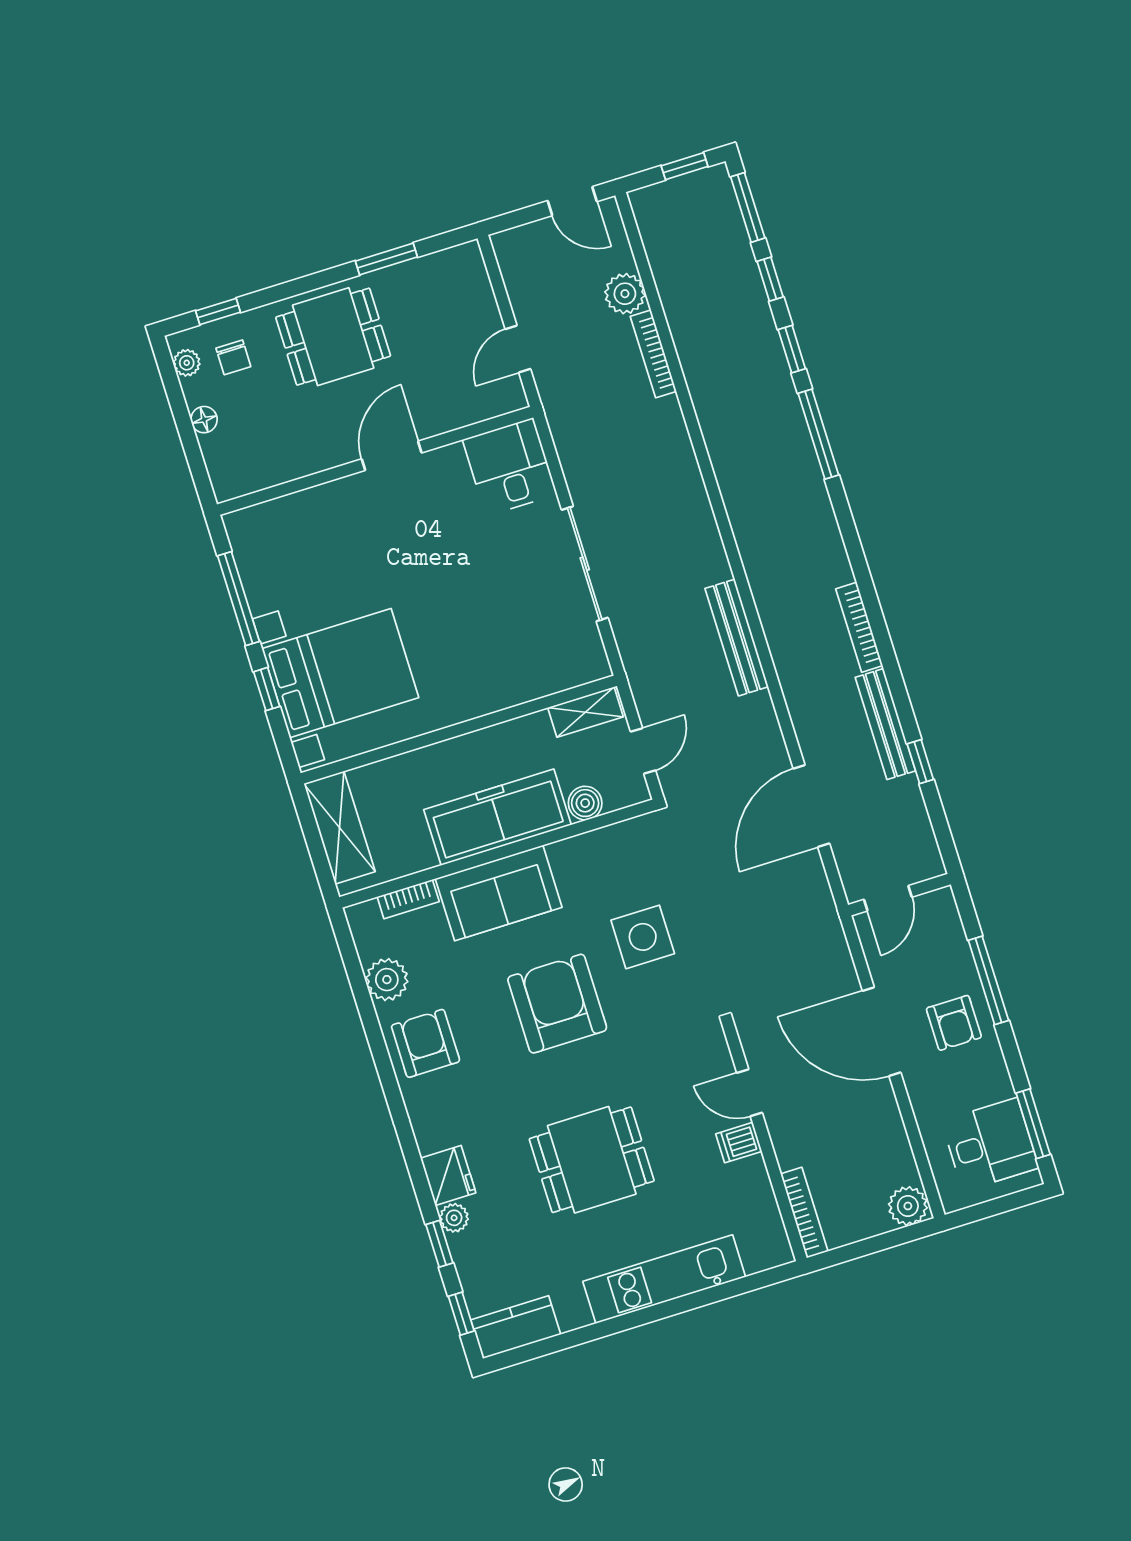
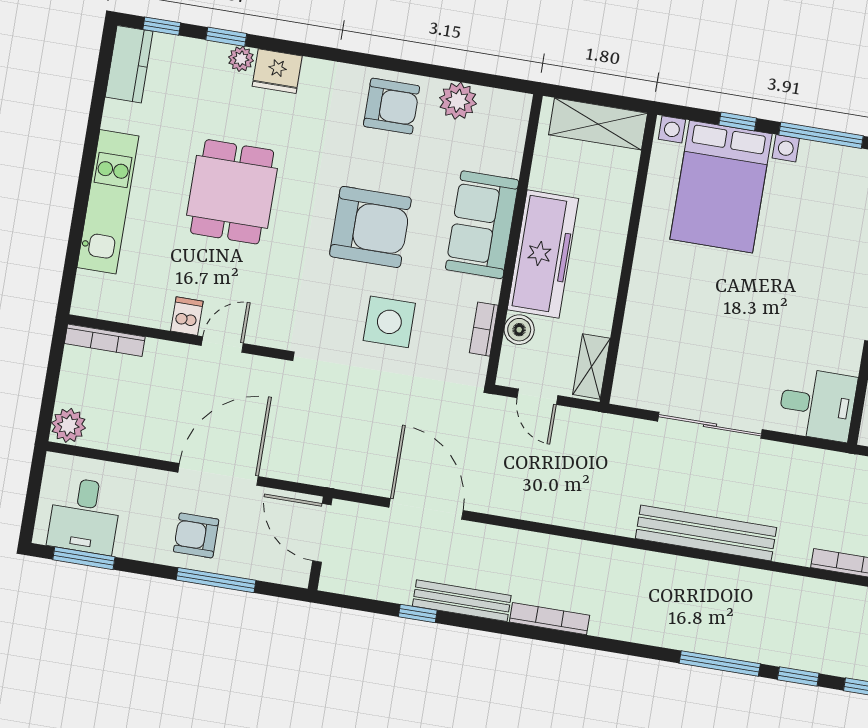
bench: (737, 638) -> (706, 533), moved, width x1.37, depth x1.21
door: (888, 898) -> (322, 533), width x1.38
bookcase: (408, 899) -> (484, 329), moved

